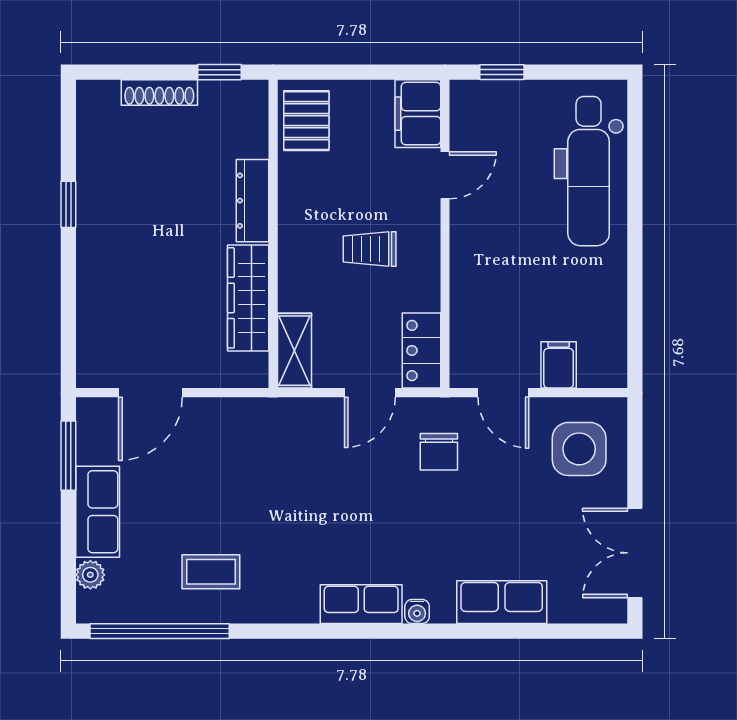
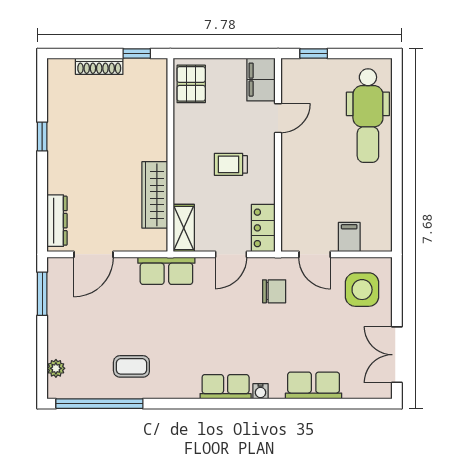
dresser: (253, 201) -> (57, 221), moved, turned 180
chair: (439, 452) -> (274, 291), turned -90
row of seats: (98, 512) -> (166, 271), moved, turned 90

